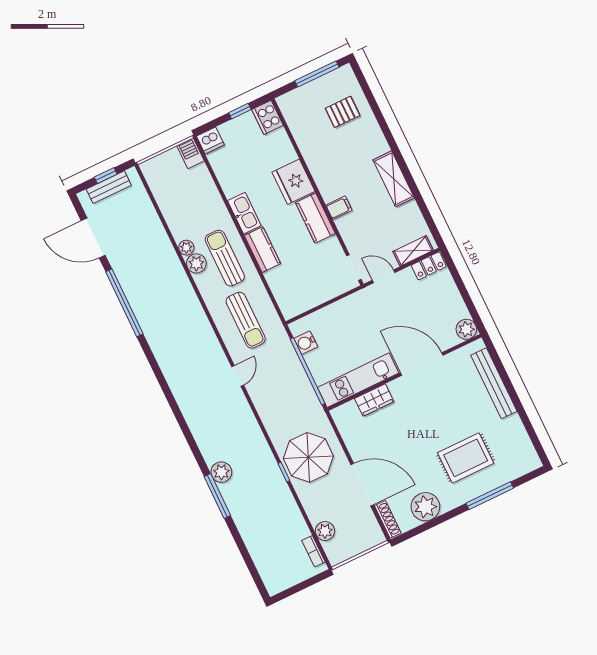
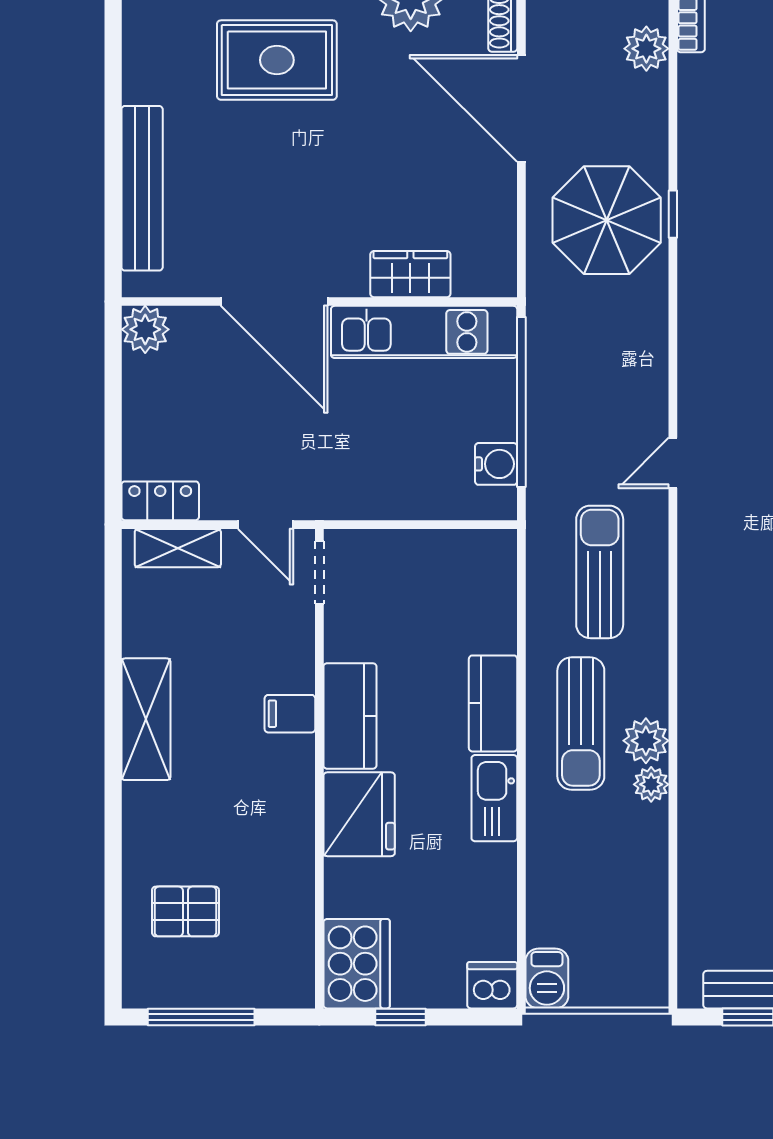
cooker: (267, 117) -> (357, 964), width x1.37, depth x1.31

